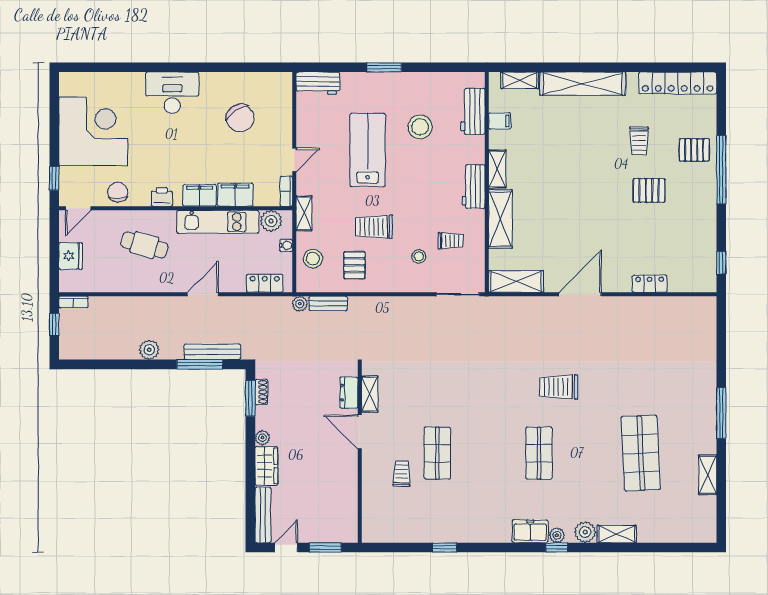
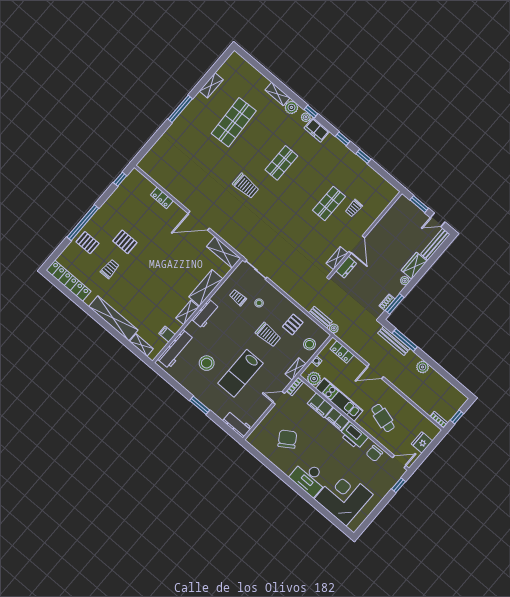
workbench: (473, 111) -> (176, 349), width x1.37
corner desk: (93, 131) -> (344, 497), moved, turned 90
printer: (162, 197) -> (354, 436), width x1.87, depth x1.48
window: (489, 547) -> (343, 139), added

